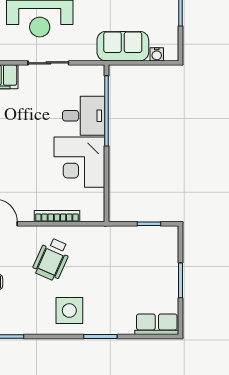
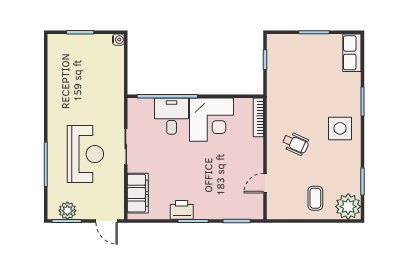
sofa: (123, 46) -> (111, 82), removed
water cooler: (157, 54) -> (118, 40), moved
bookcase: (57, 216) -> (258, 117), moved
wheelchair: (52, 259) -> (295, 144), width x0.73, depth x0.73

